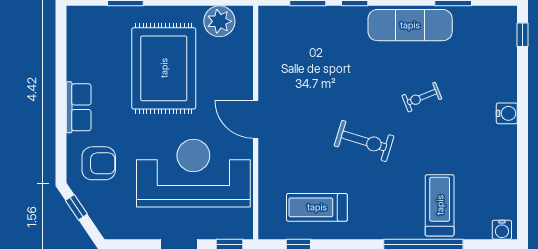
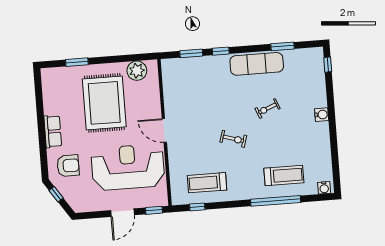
exercise bike: (364, 141) -> (233, 139), width x0.73, depth x0.72
treadmill: (440, 205) -> (284, 176), turned 90

